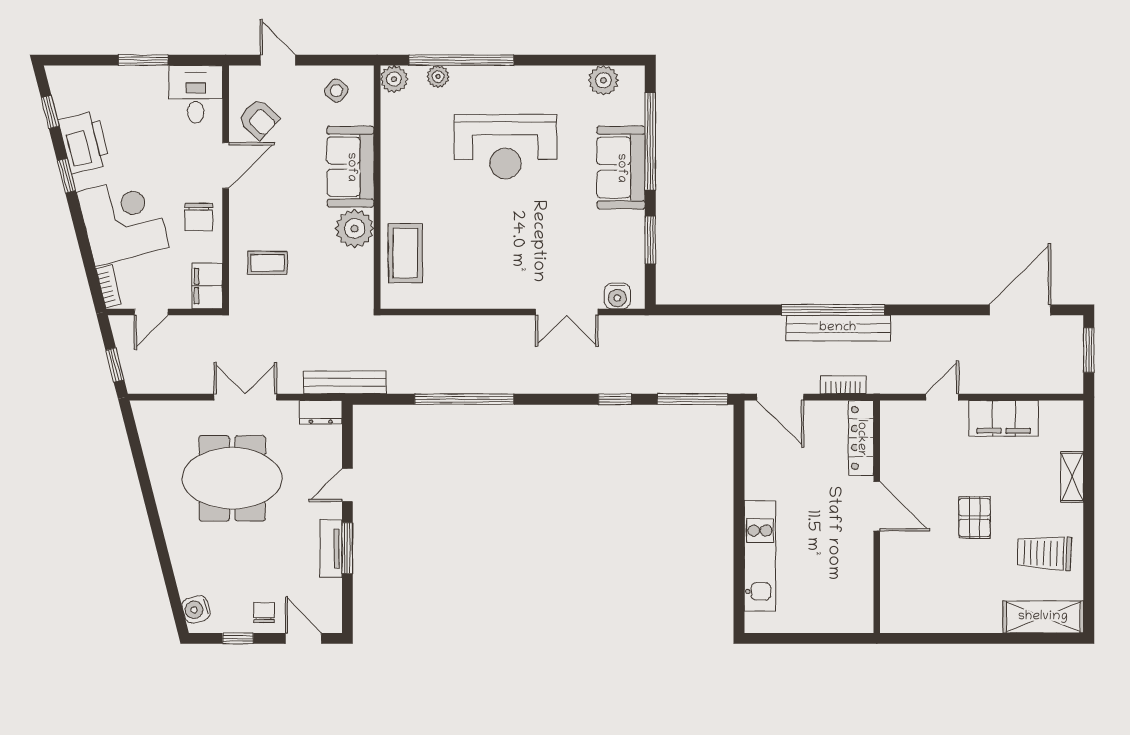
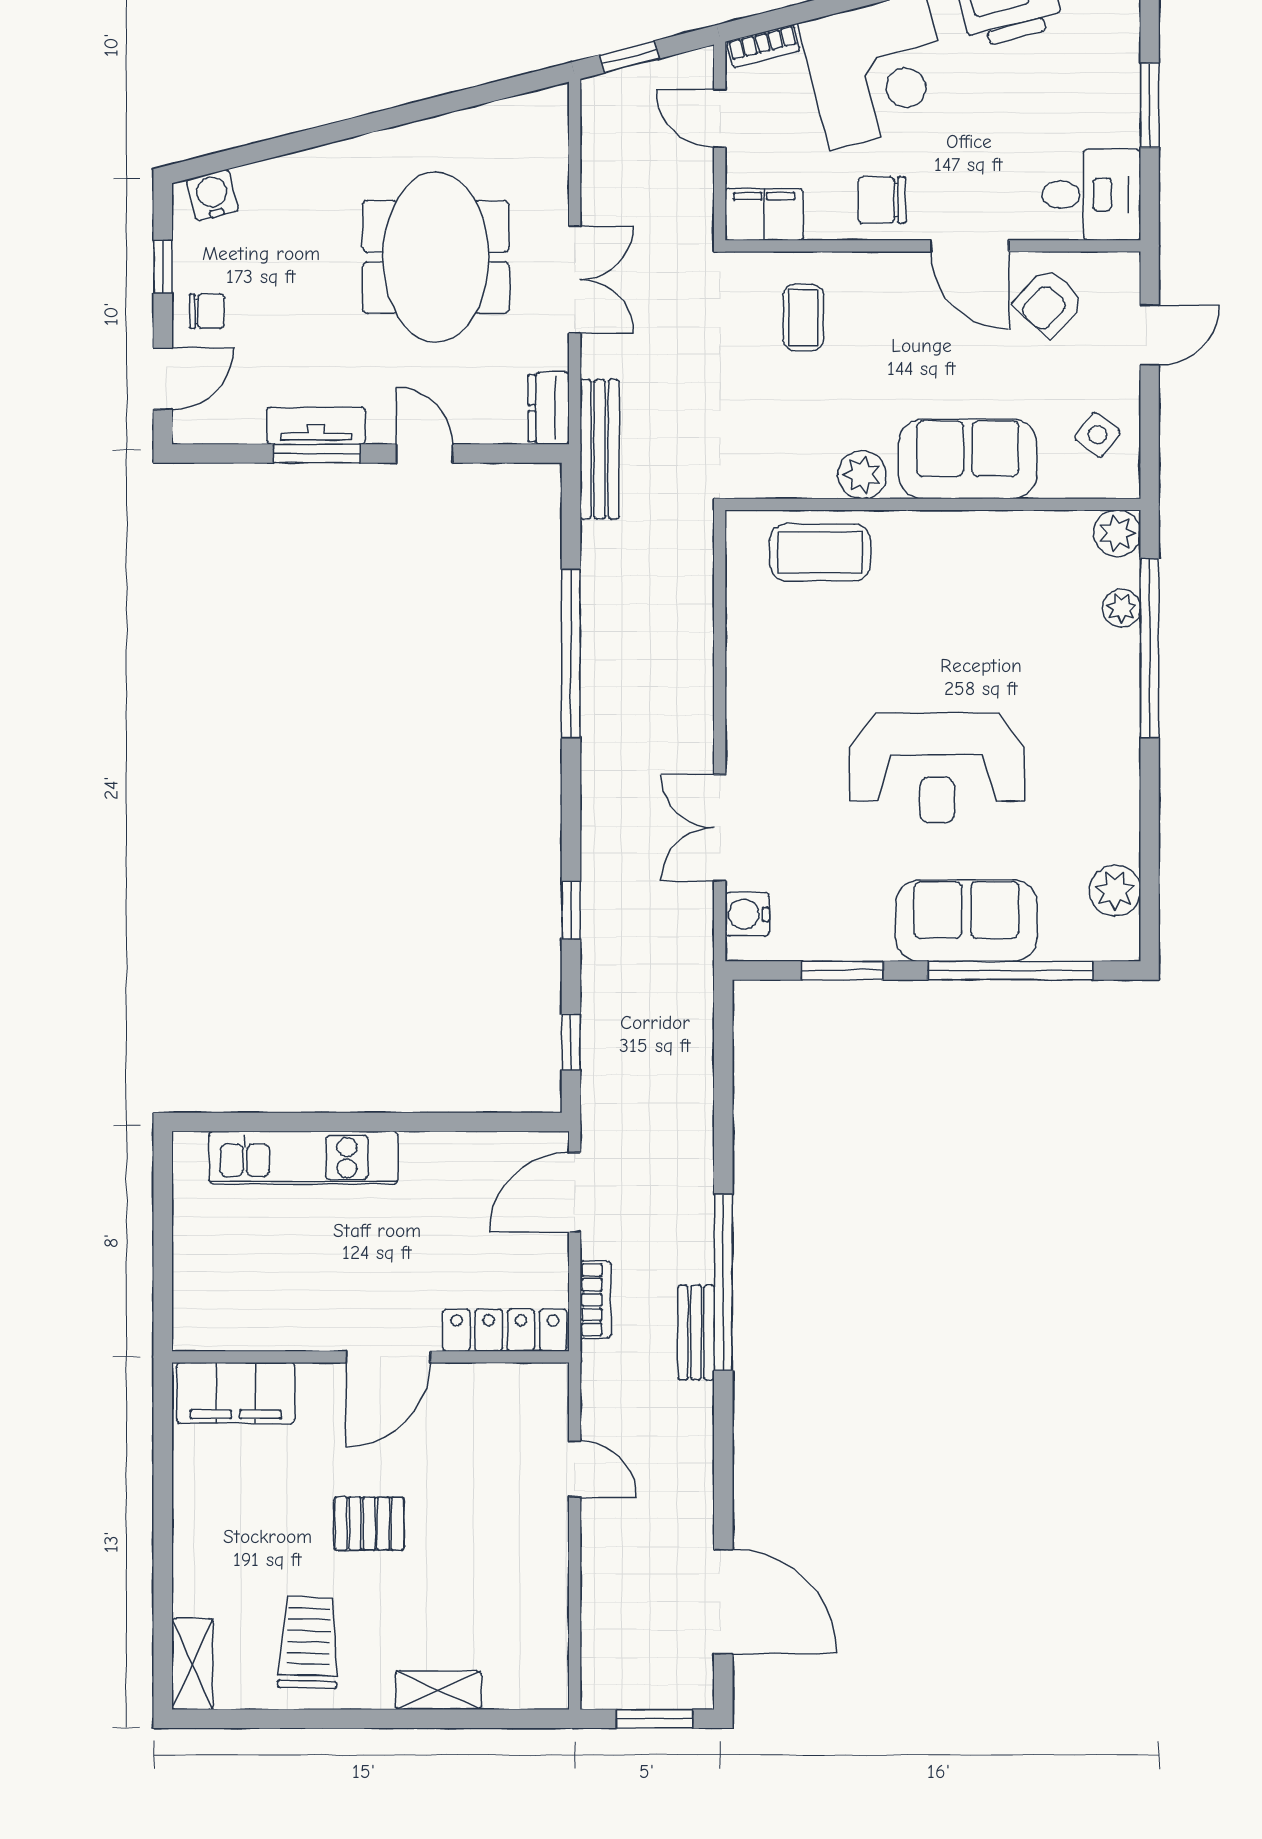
reception desk: (505, 147) -> (937, 768), moved, turned -90
plant: (355, 229) -> (862, 475), width x0.73, depth x0.73
bench: (838, 328) -> (696, 1333), width x0.54, depth x0.82
window: (692, 399) -> (571, 1042), width x0.46
filing cabinet: (1004, 418) -> (236, 1393), moved, turned -90
shelving: (1043, 617) -> (192, 1664), width x0.67, depth x0.75

